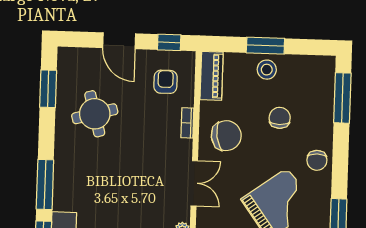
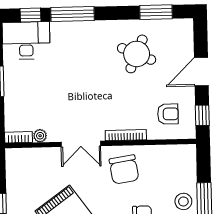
piano: (212, 76) -> (175, 154), removed
round table: (95, 114) -> (137, 54), turned 38
bookcase: (187, 123) -> (126, 135), width x1.56

